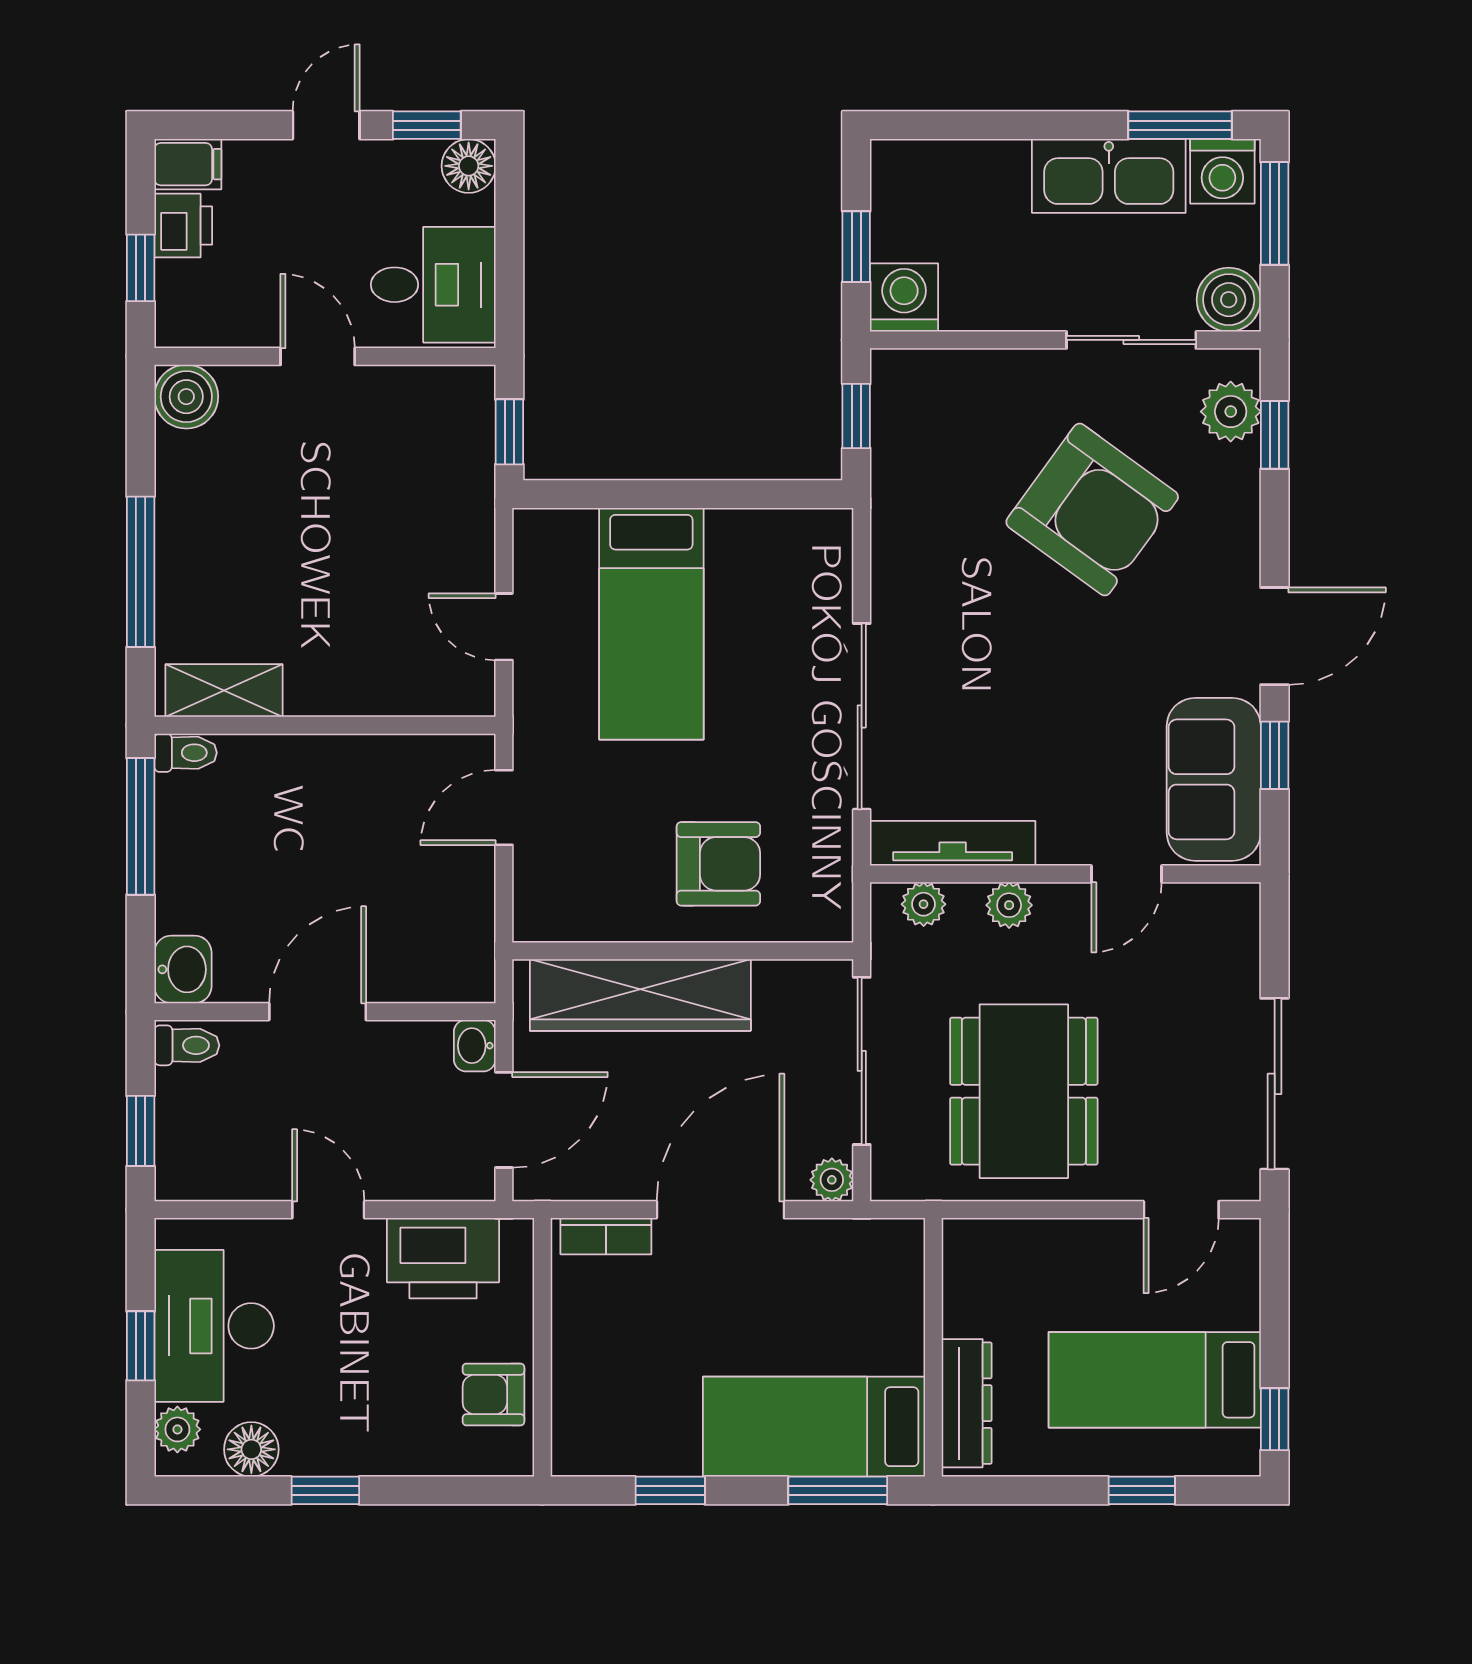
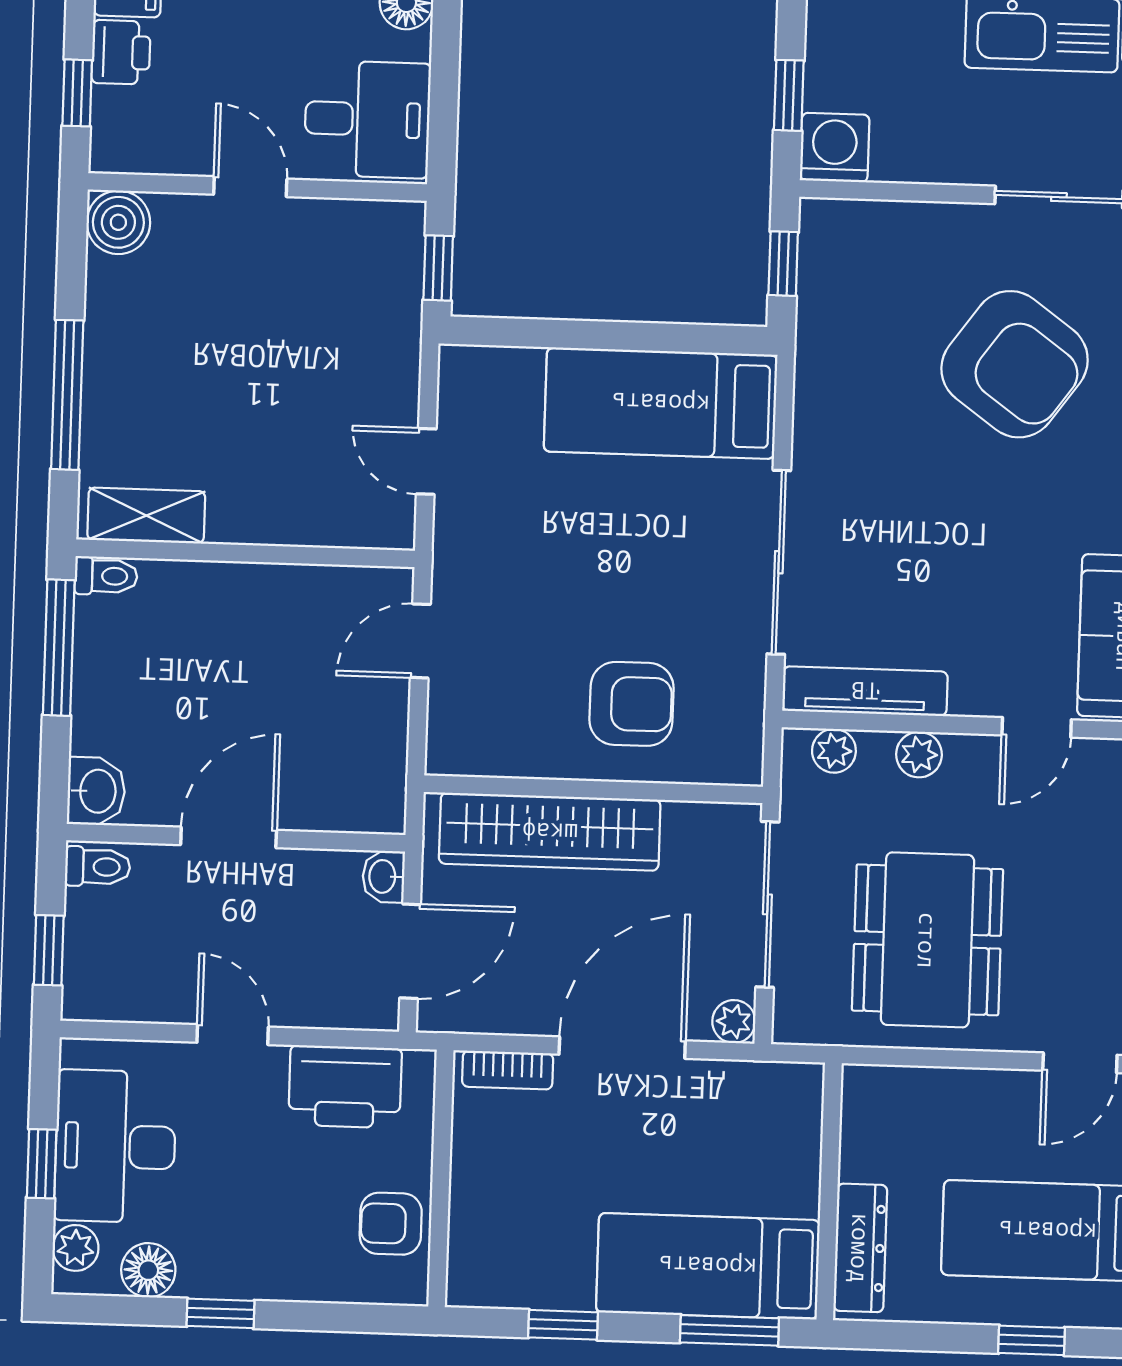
bed: (651, 624) -> (661, 403), moved, turned 90

